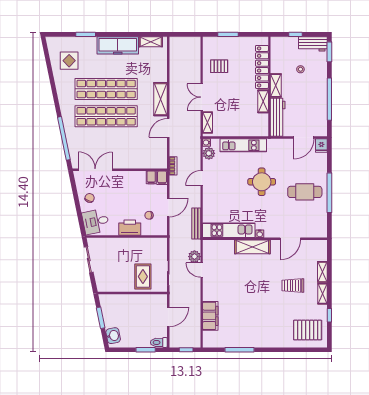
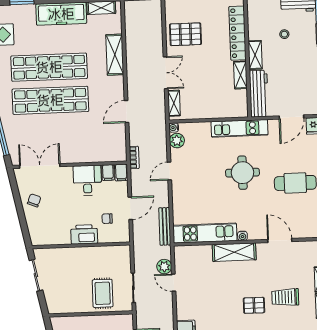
pallet: (219, 66) -> (185, 34), width x1.50, depth x1.42
double door: (202, 97) -> (166, 73), swing flipped
shelving: (160, 99) -> (115, 55), moved
kitchen unit: (243, 145) -> (240, 128), moved
desk: (96, 222) -> (87, 180), moved, turned 102
door: (290, 239) -> (280, 240), swing flipped
pallet: (267, 291) -> (254, 305), added

